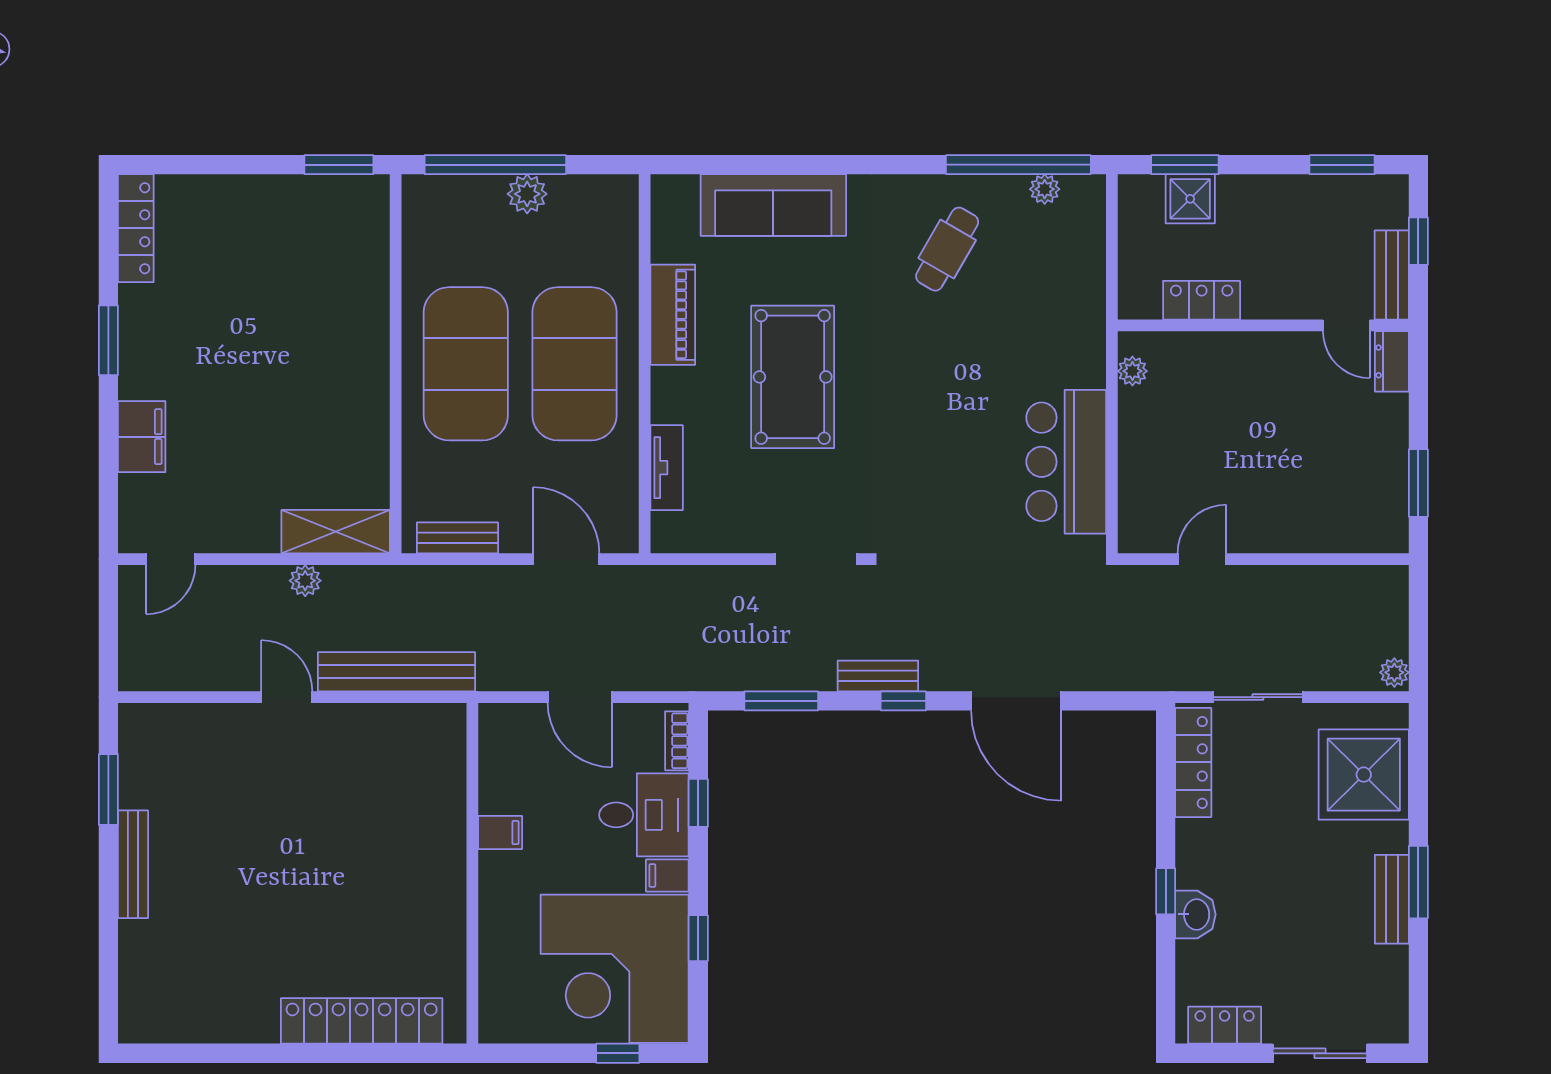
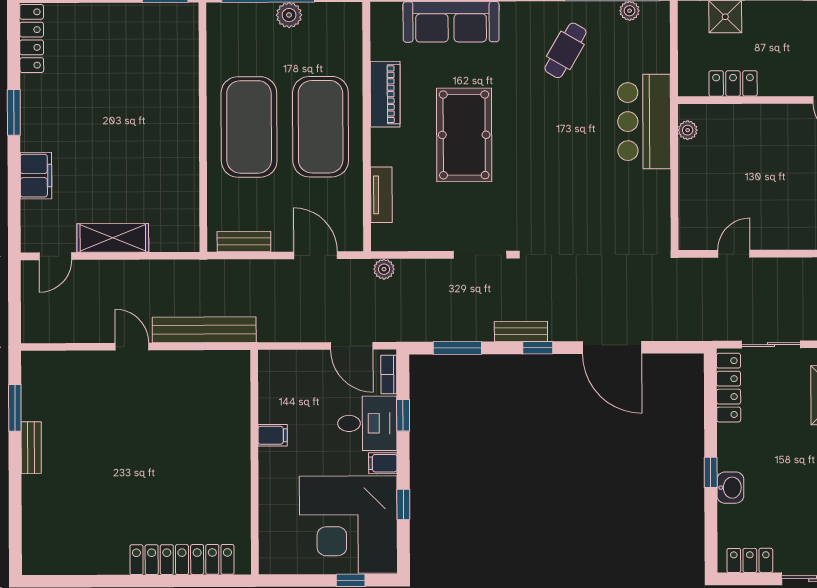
bar counter: (1066, 462) -> (644, 122), moved
shelving: (336, 532) -> (113, 238), moved
plant: (305, 581) -> (384, 269), moved
door: (580, 697) -> (352, 346), moved
bench: (133, 864) -> (31, 448), width x0.73

